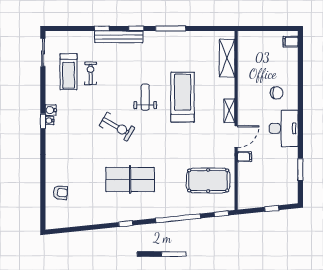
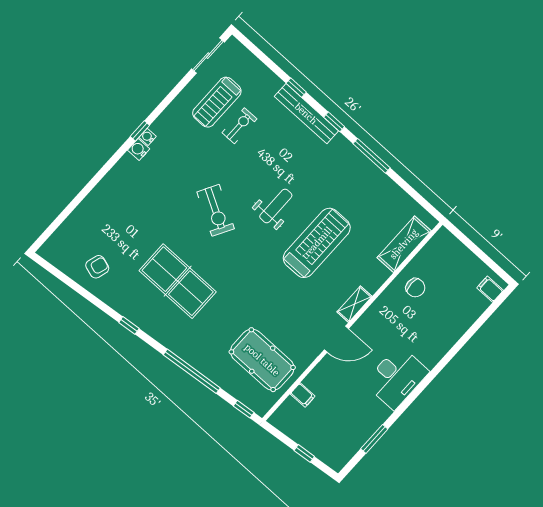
chair: (277, 93) -> (415, 288), moved
water cooler: (51, 110) -> (139, 150), moved
filing cabinet: (244, 157) -> (303, 395), moved
armchair: (60, 193) -> (97, 267), moved, turned -77

